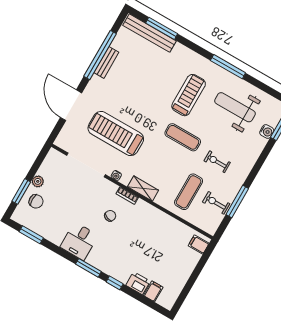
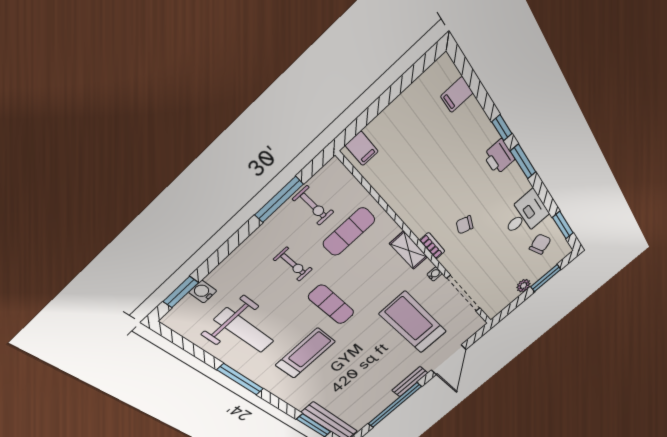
bench: (106, 62) -> (410, 382), moved
treadmill: (189, 95) -> (306, 353), turned 180
treadmill: (116, 134) -> (413, 323), turned 180
chair: (36, 201) -> (540, 244), moved, turned 67
desk: (79, 241) -> (525, 215), moved
printer: (138, 283) -> (499, 157), moved

